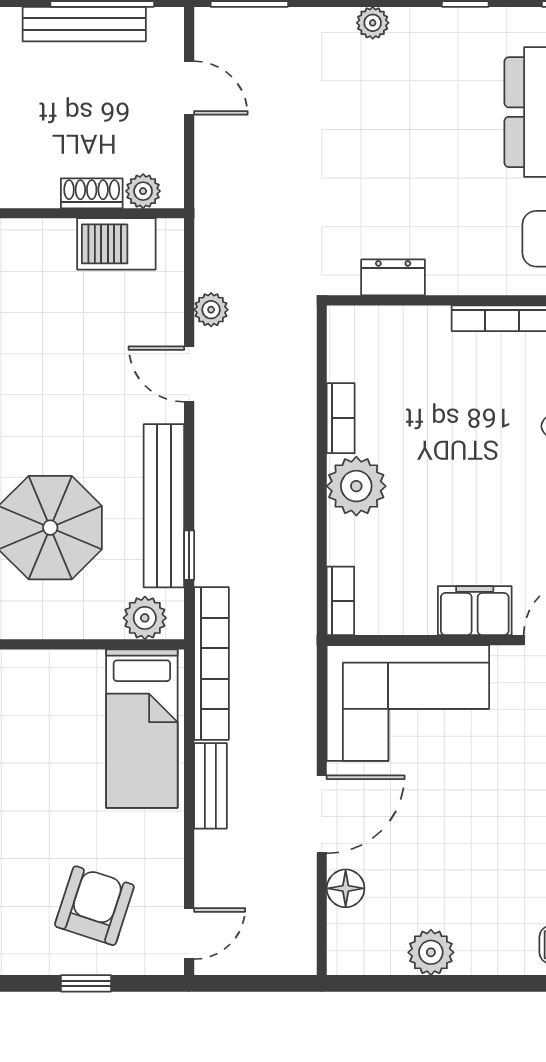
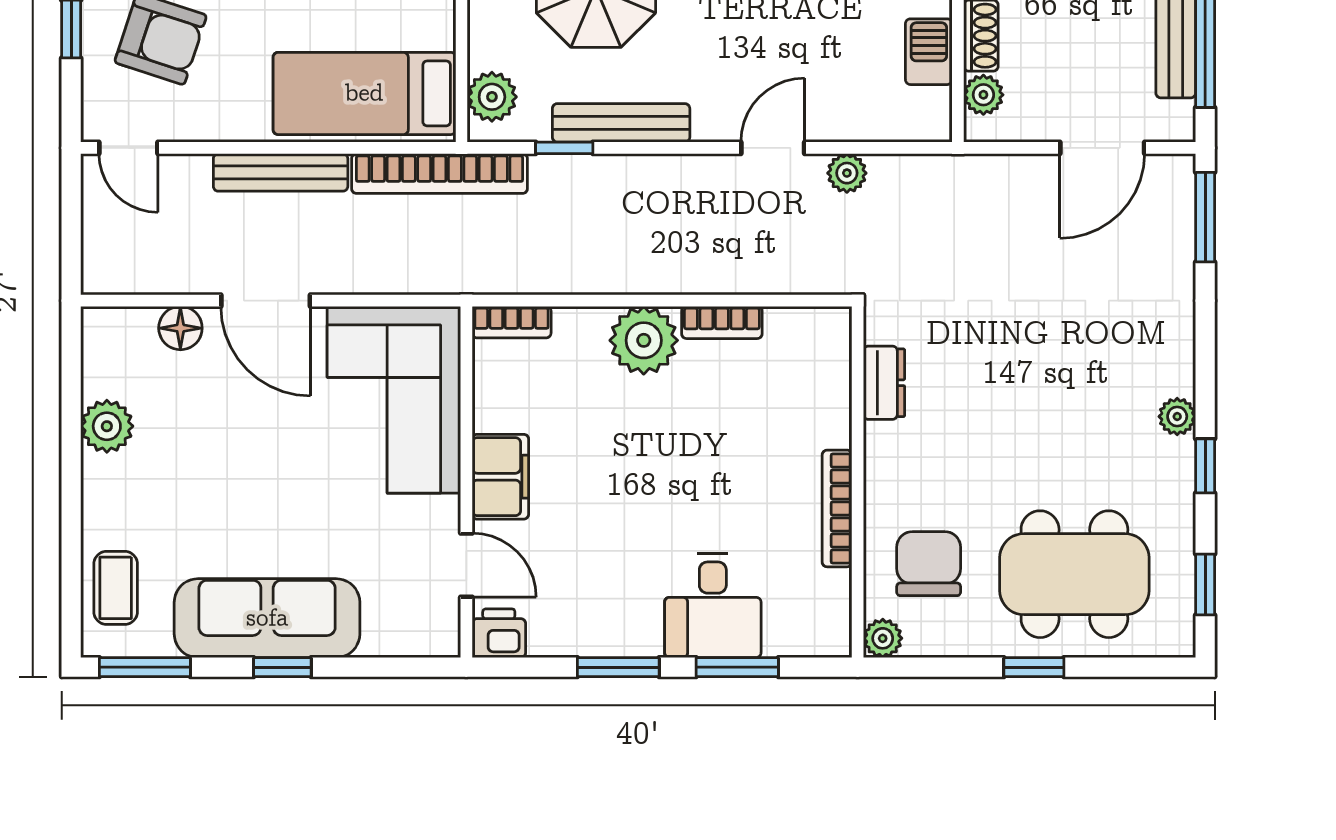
plant: (373, 23) -> (1177, 416), moved
door: (189, 88) -> (1102, 148), width x1.38
barbecue: (116, 244) -> (929, 52), width x0.73, depth x0.79
bench: (164, 506) -> (621, 123), width x0.73, depth x0.82
bench: (210, 786) -> (281, 172), width x1.36

